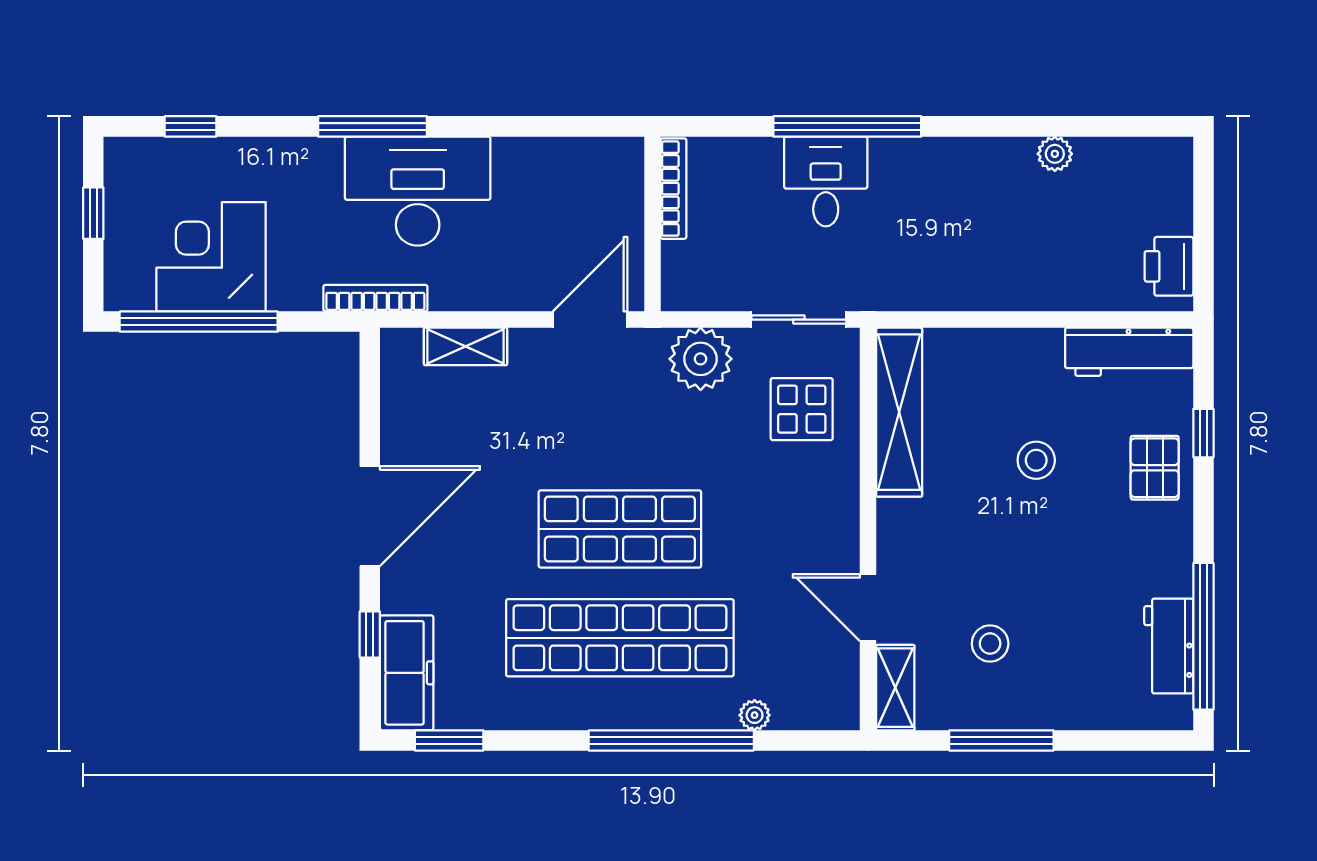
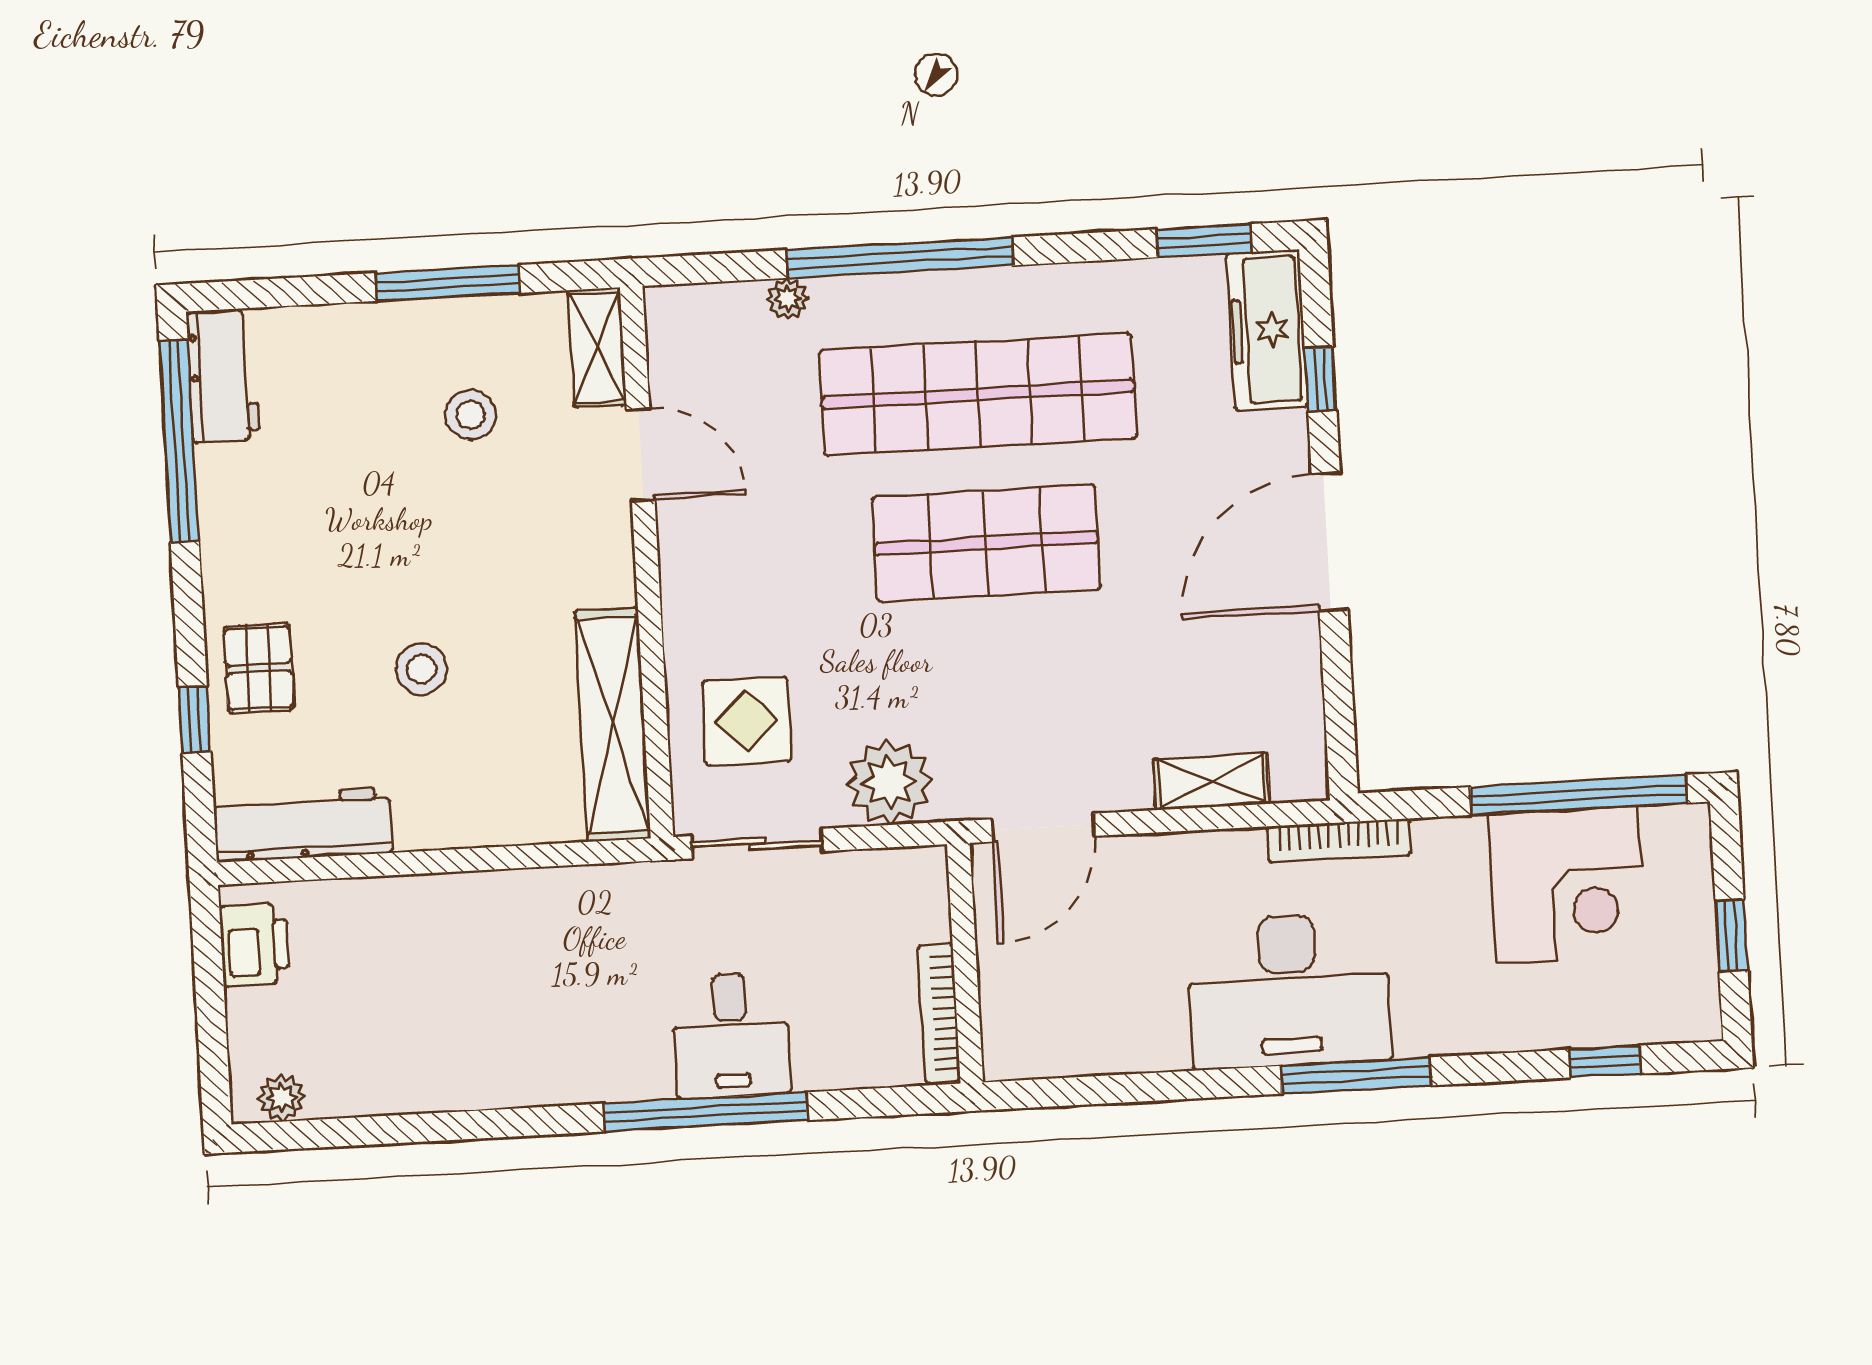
plant: (1055, 154) -> (282, 1098), moved
workbench: (1169, 646) -> (223, 376), moved

